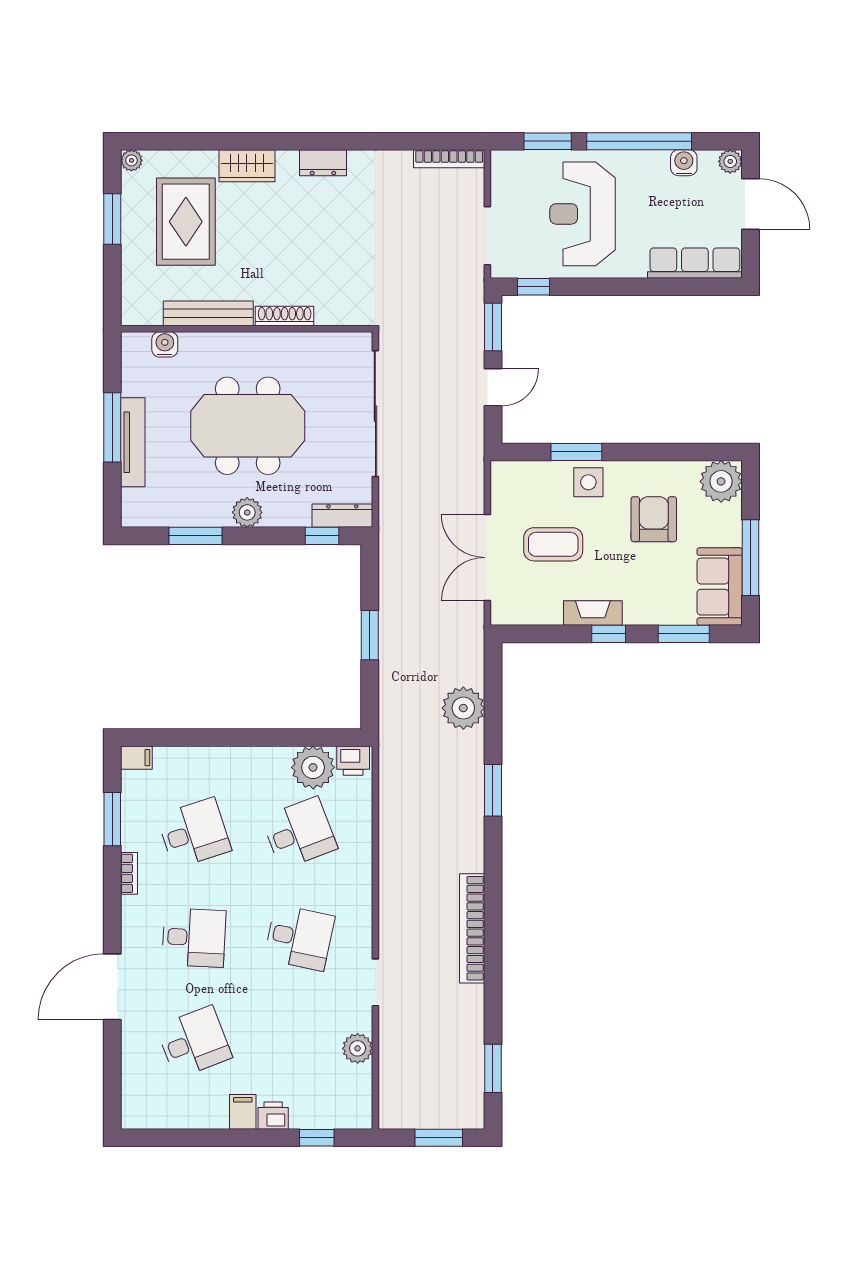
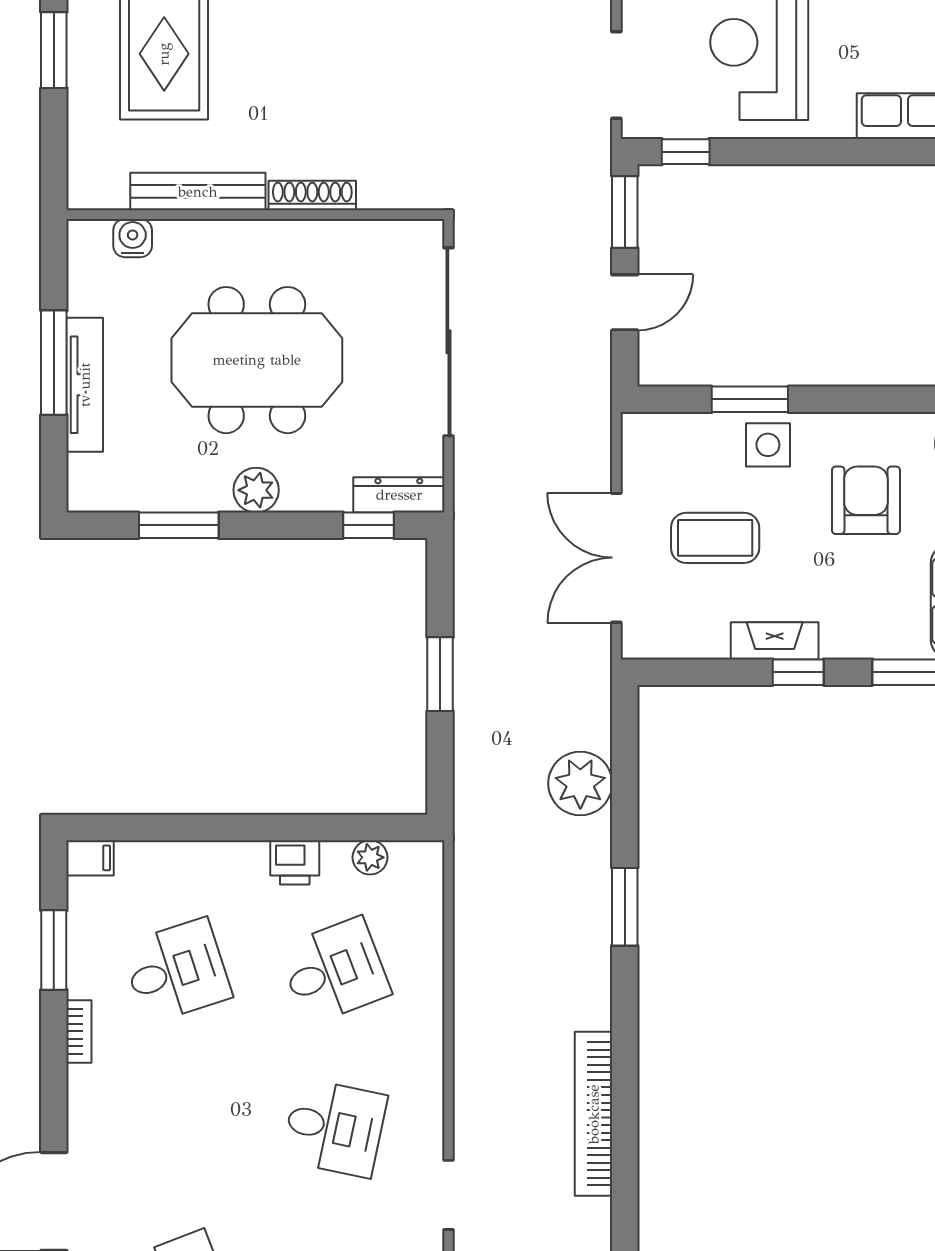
printer: (353, 761) -> (295, 862), moved
plant: (313, 767) -> (370, 857), width x0.53, depth x0.53
desk: (194, 938) -> (176, 1128), removed

